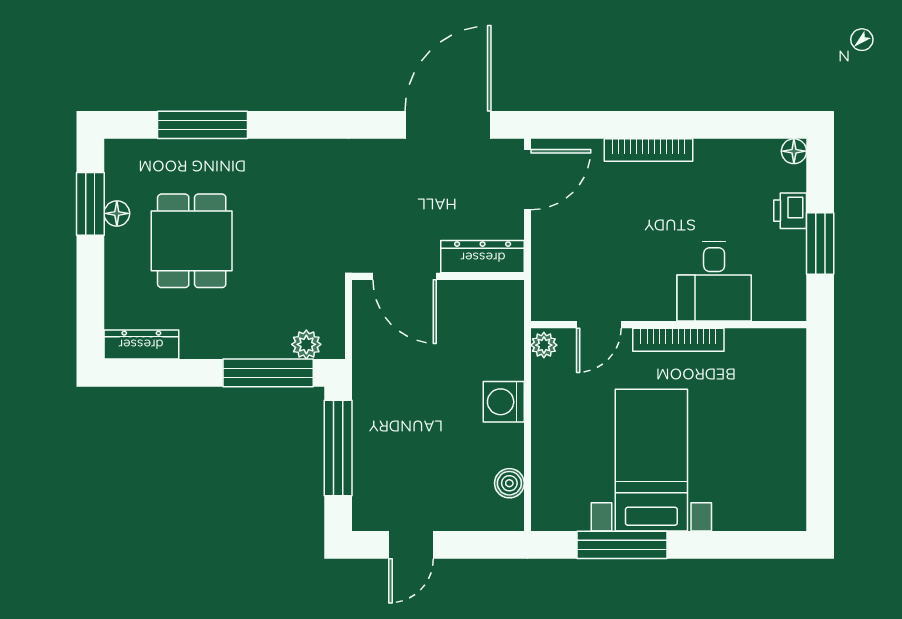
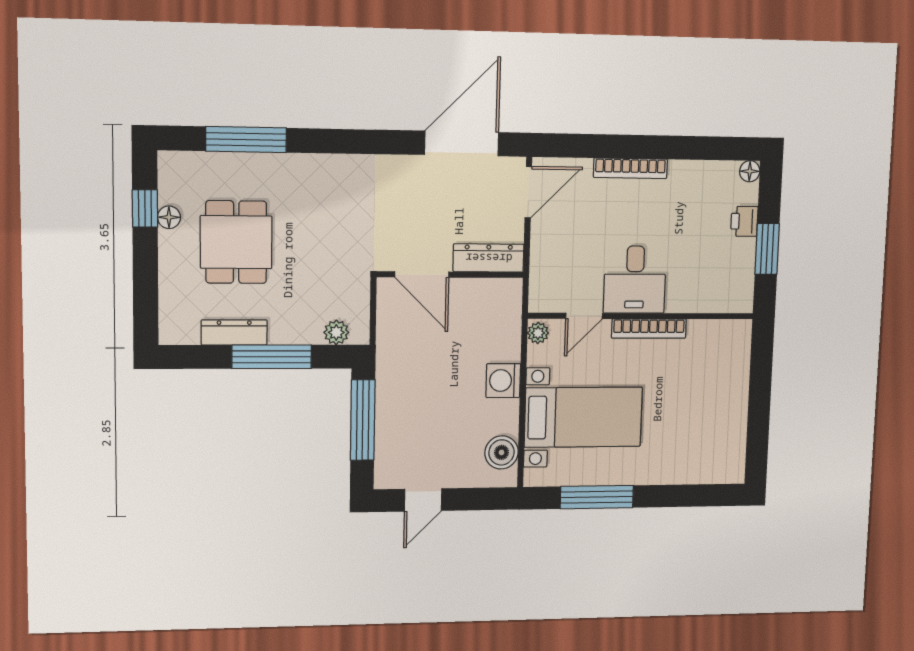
window: (90, 204) -> (145, 208), width x0.67
desk: (714, 281) -> (635, 280), moved
dresser: (141, 344) -> (234, 332), moved
window: (268, 373) -> (272, 357), moved
bed with nightstands: (651, 460) -> (583, 417), moved, turned 90
boiler: (509, 483) -> (502, 452), width x1.36, depth x1.36

